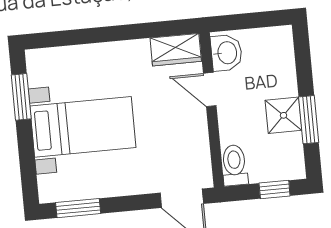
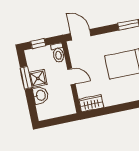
washbasin: (226, 53) -> (40, 95), moved, turned 180
door: (210, 90) -> (71, 77), moved

